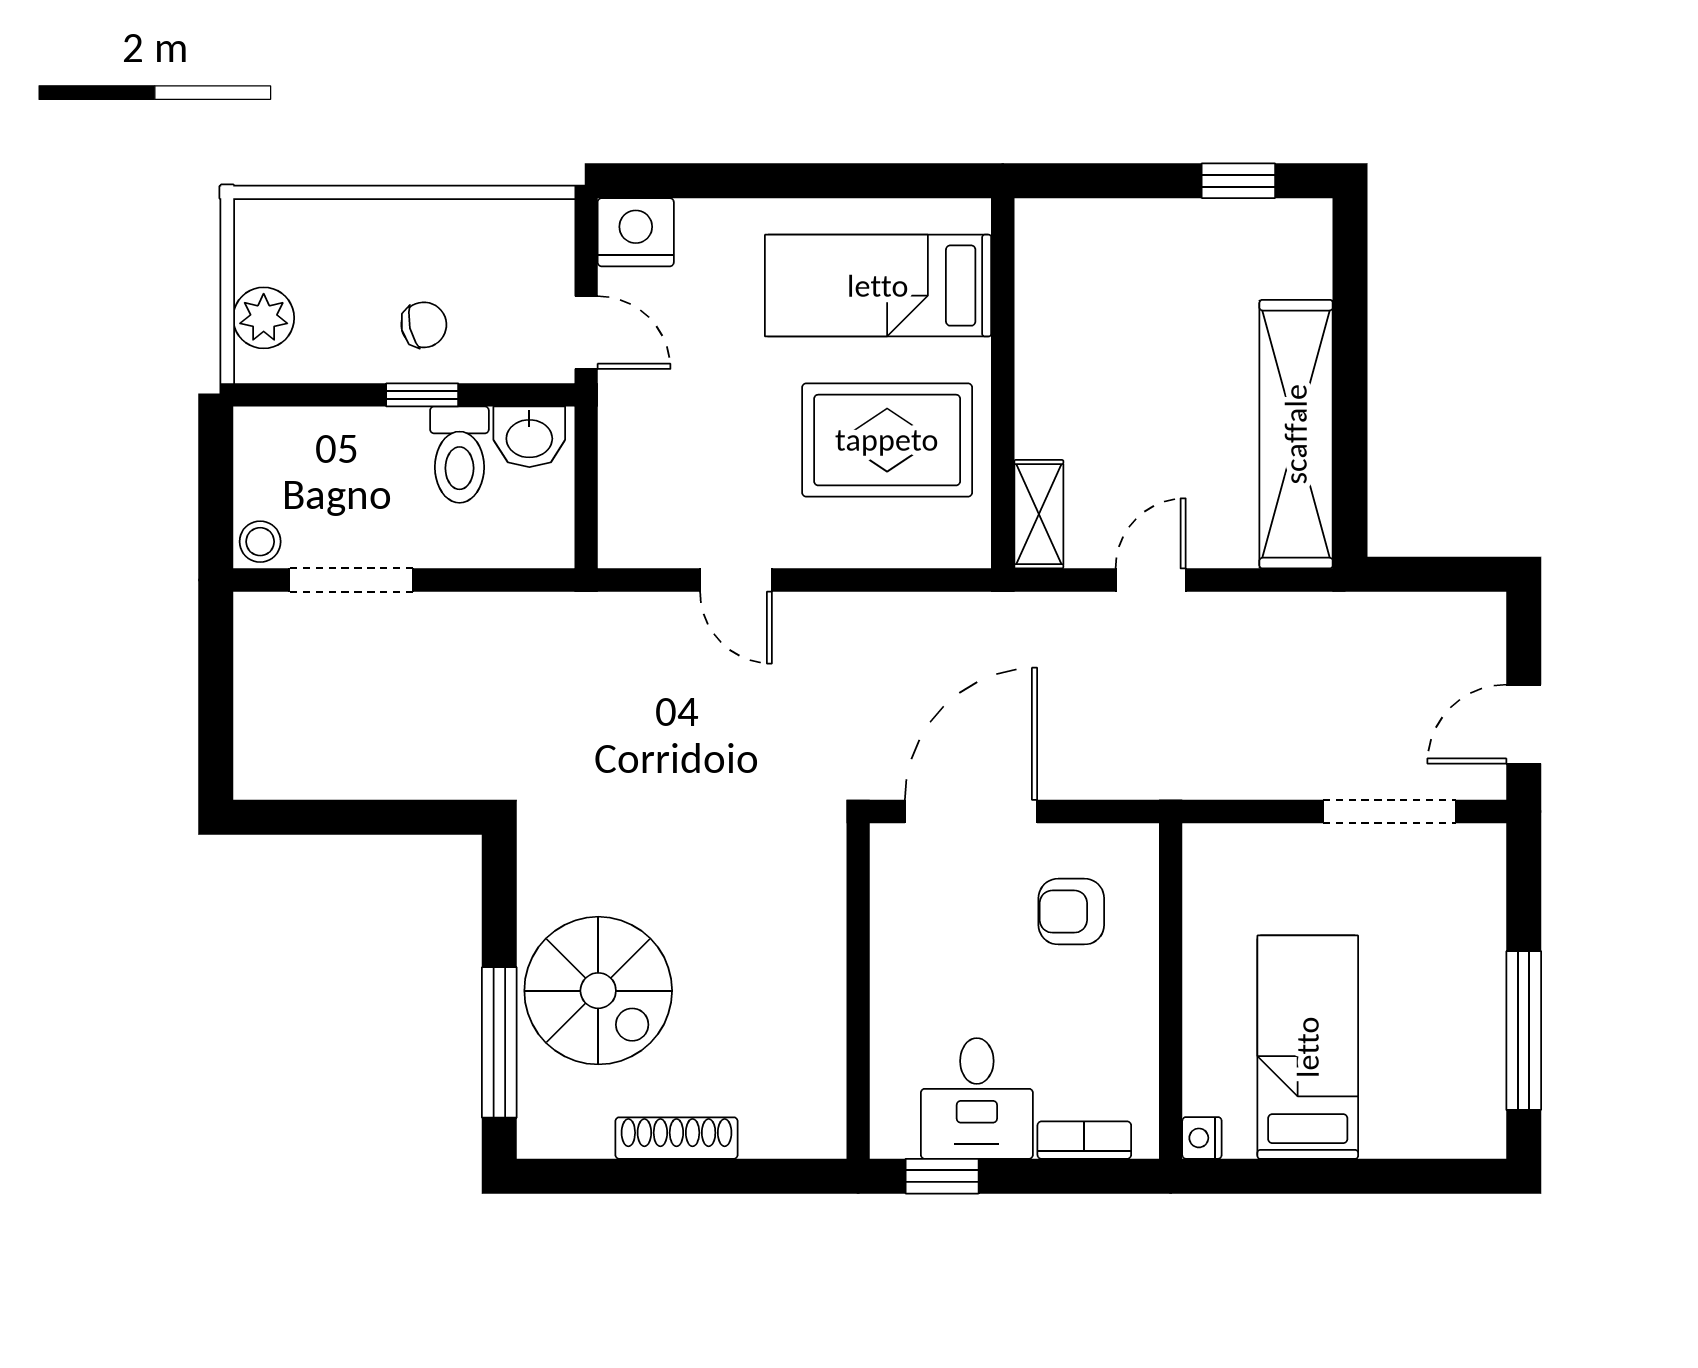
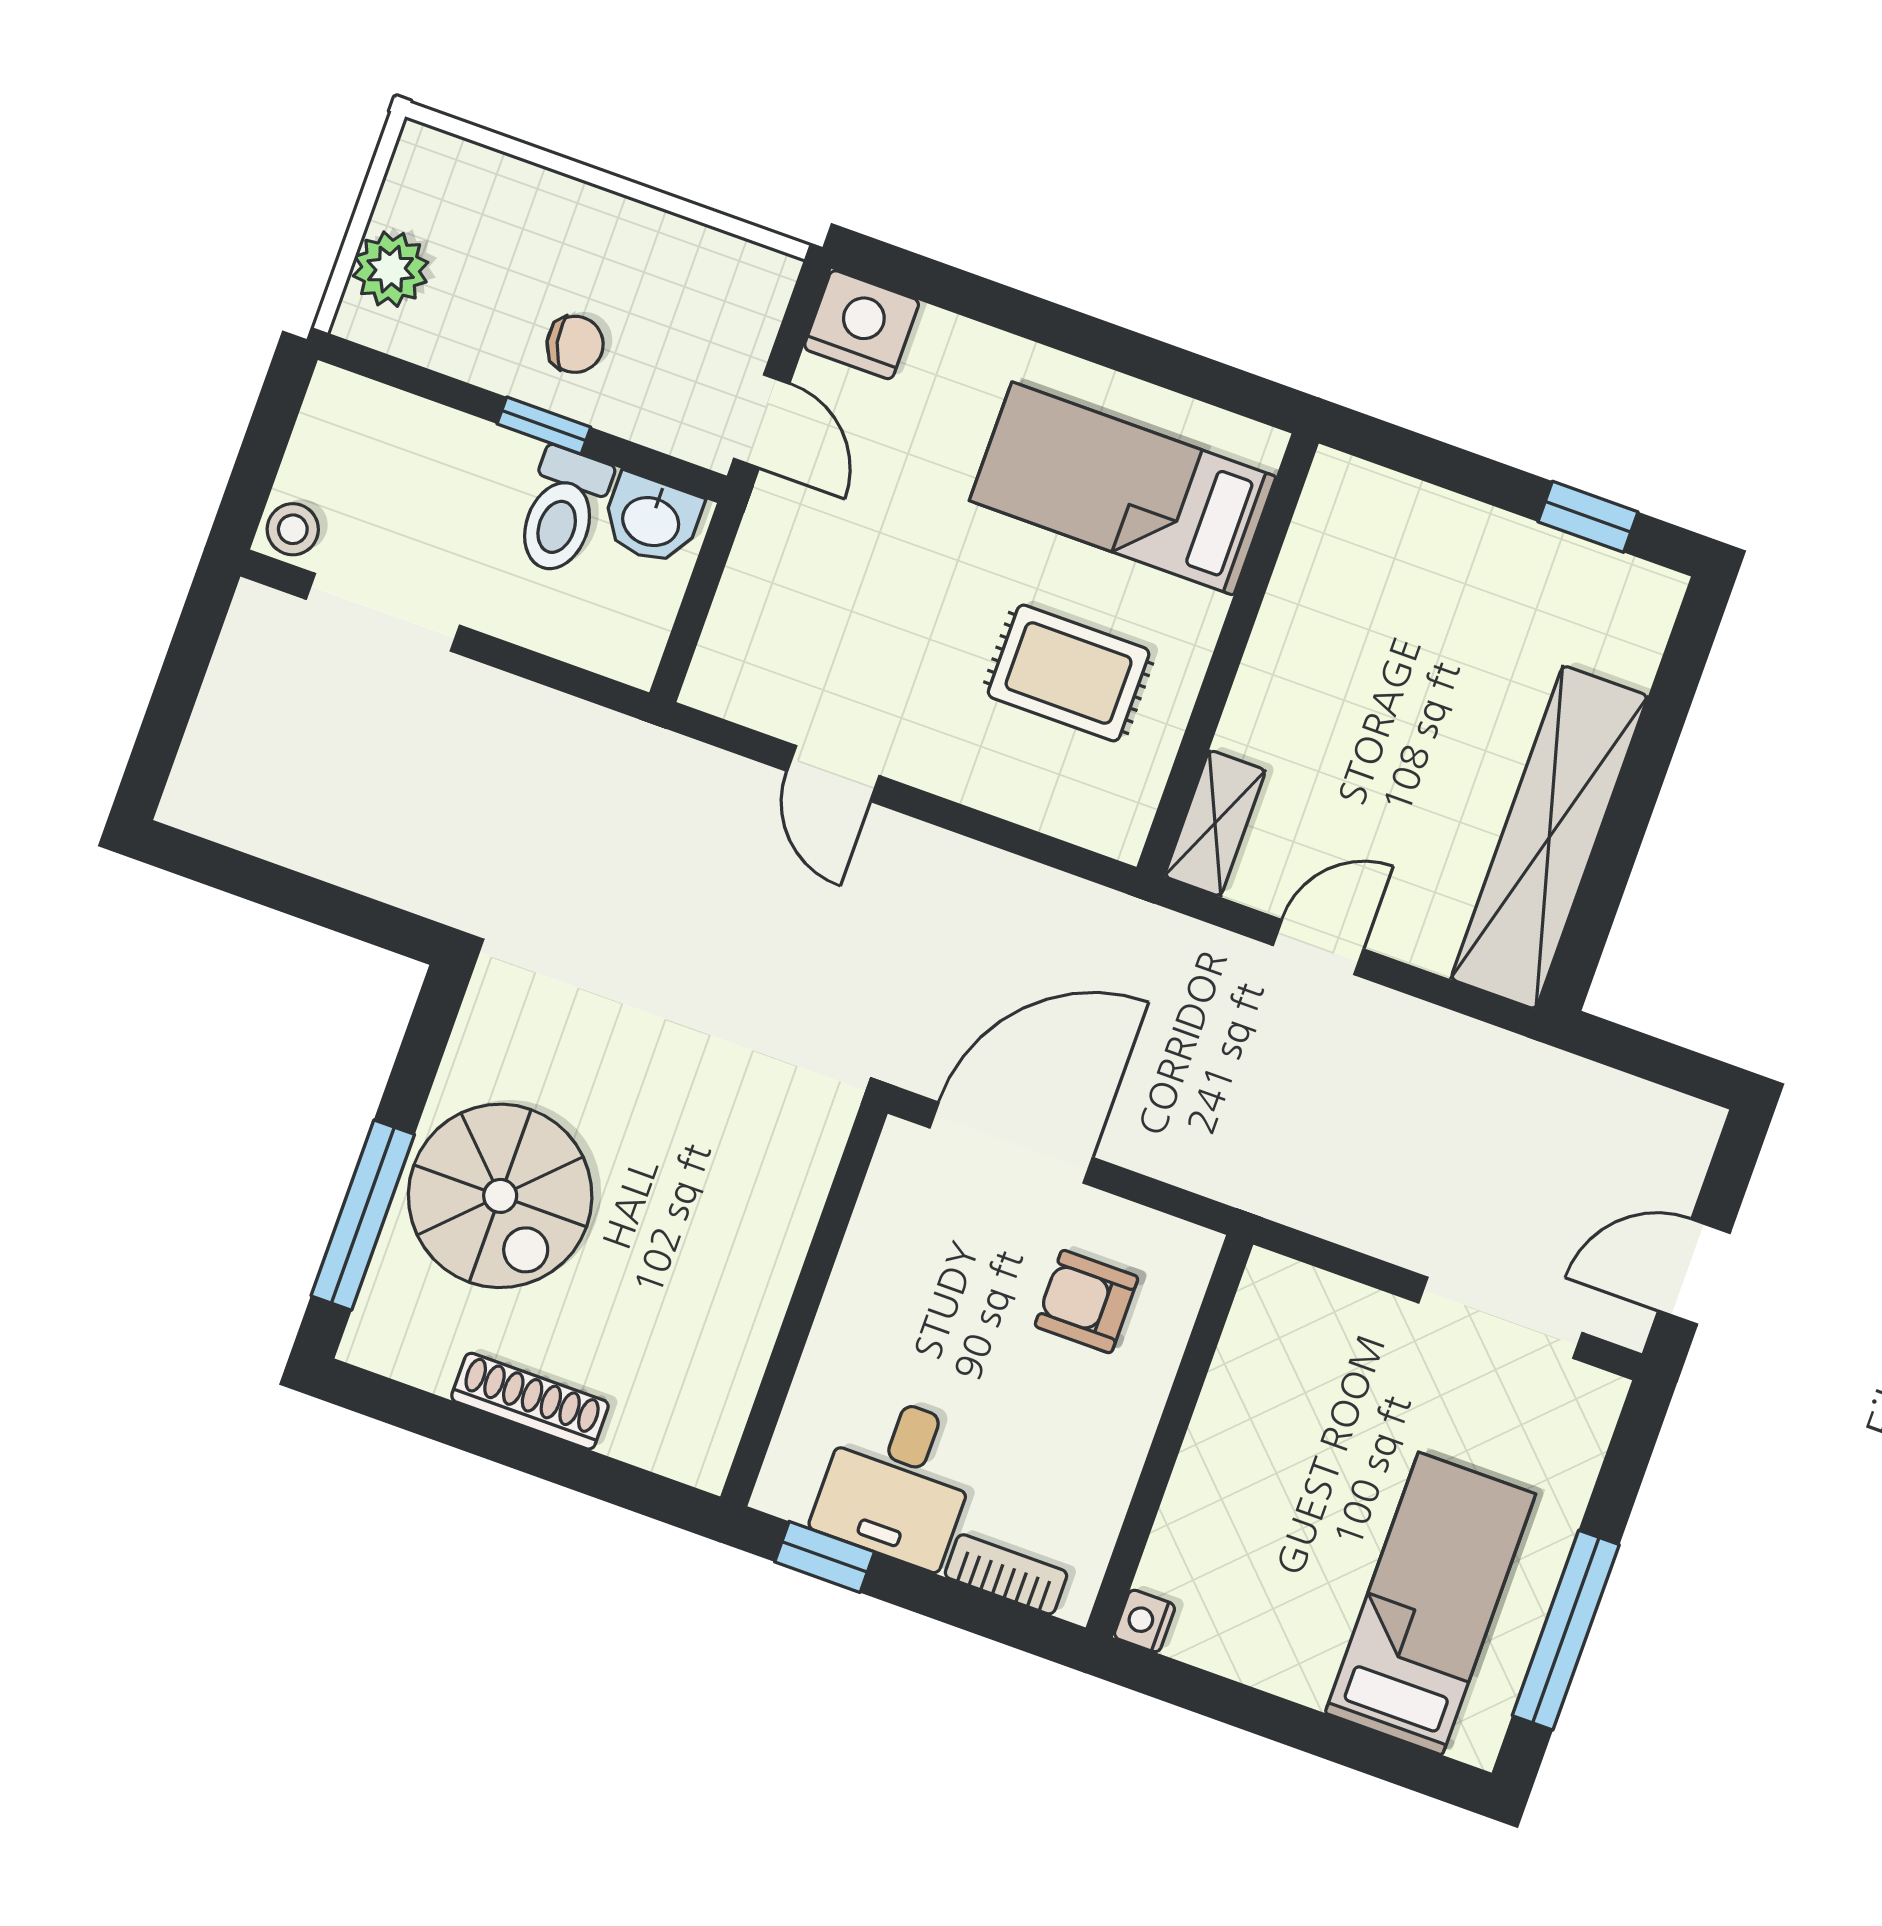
rug: (887, 440) -> (1069, 673), width x0.73, depth x0.70
bed: (1308, 1047) -> (1430, 1604), moved

